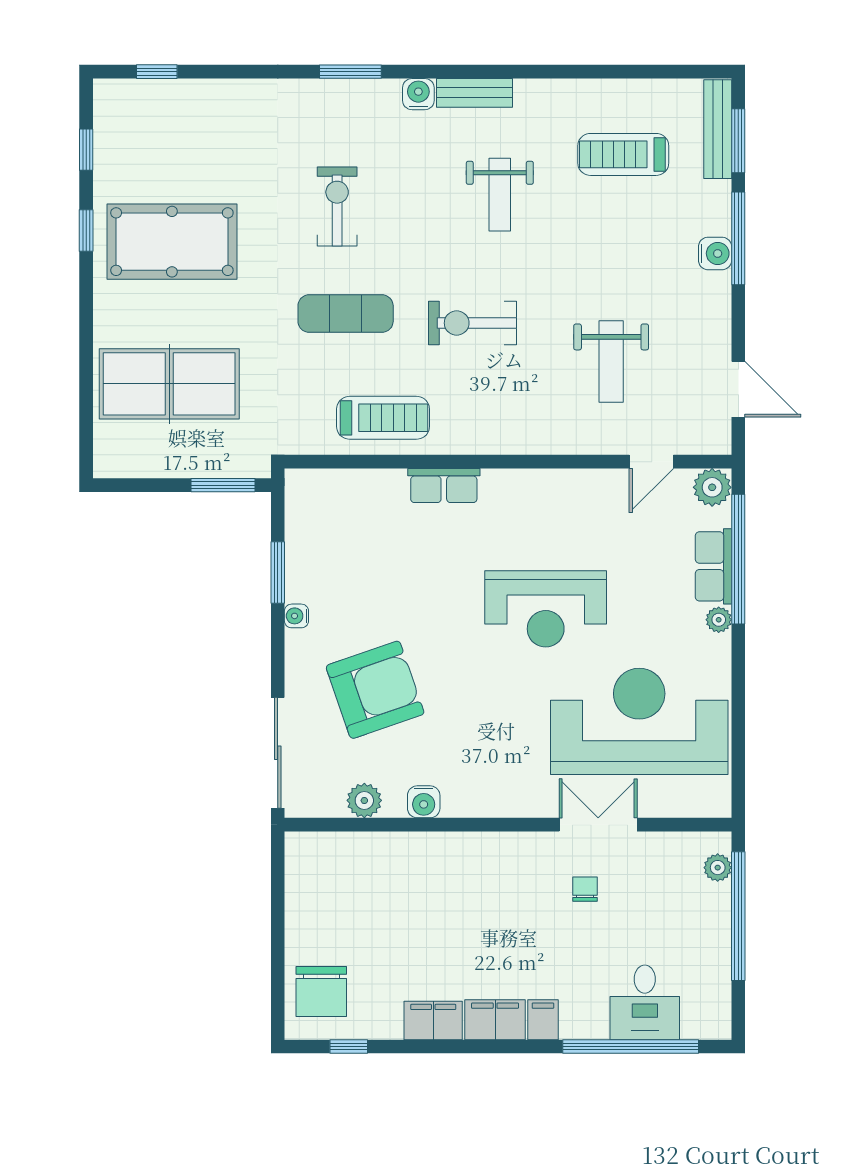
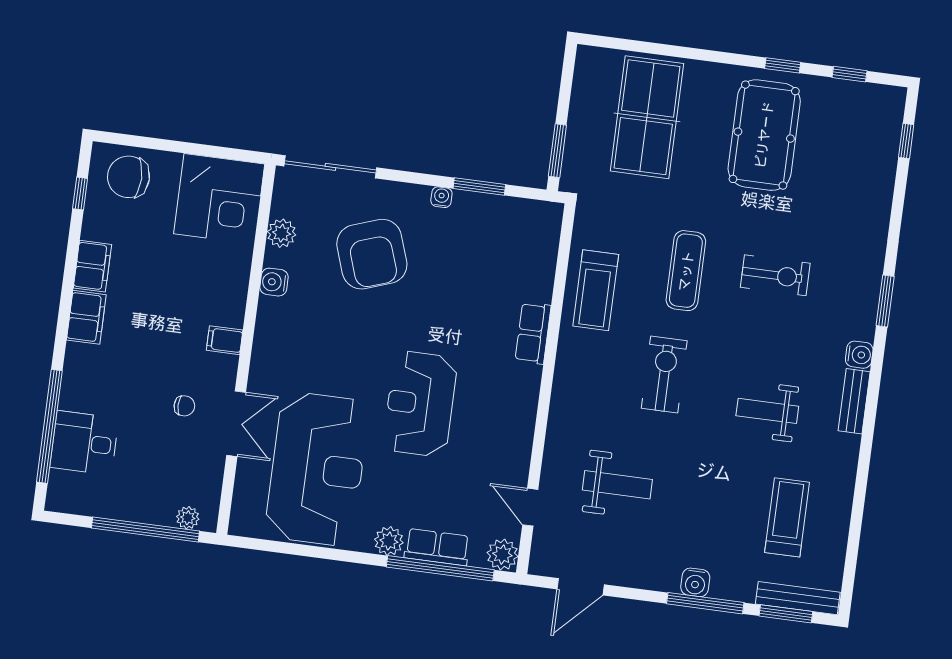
weight bench: (611, 361) -> (617, 485), turned 180
plant: (719, 620) -> (389, 541), width x1.38, depth x1.38
corner desk: (333, 880) -> (219, 199), added
filing cabinet: (543, 1020) -> (225, 340), moved, turned 180

